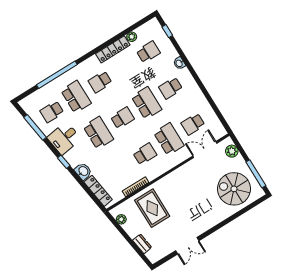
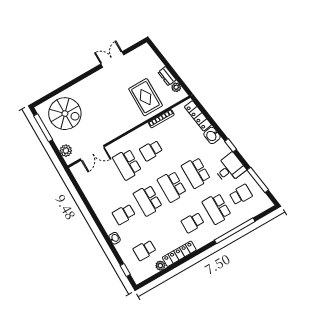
school desk: (100, 82) -> (193, 222), turned 180
school desk: (171, 88) -> (124, 214), turned 180
school desk: (122, 118) -> (172, 186), width x1.85
school desk: (193, 124) -> (103, 178), removed
dresser: (142, 244) -> (167, 76), moved

